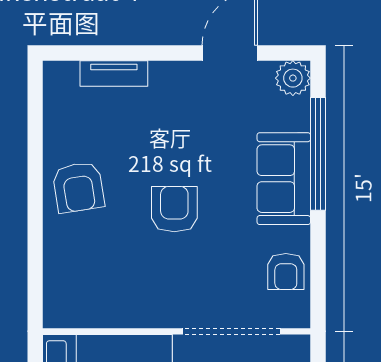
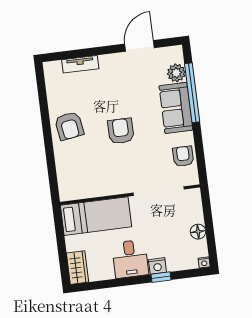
plant: (293, 78) -> (176, 73), moved
armchair: (286, 272) -> (183, 156), turned 180

